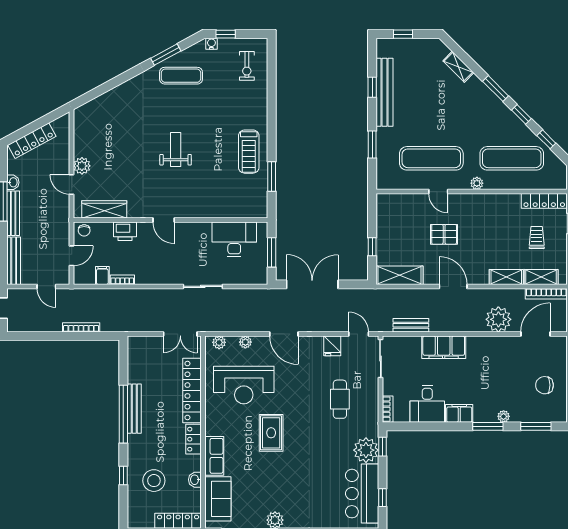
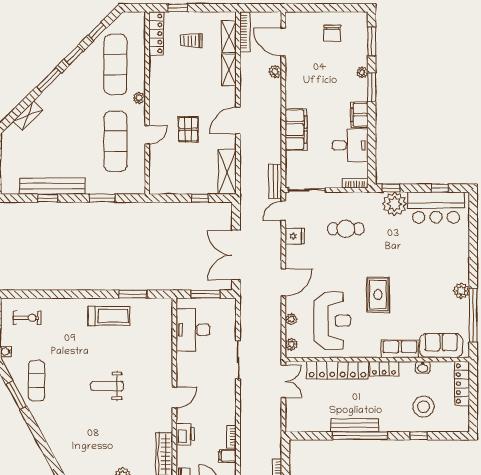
plant: (498, 319) -> (275, 72), width x0.53, depth x0.53
bench: (411, 325) -> (275, 181), moved
rug: (271, 433) -> (378, 295), turned 90

